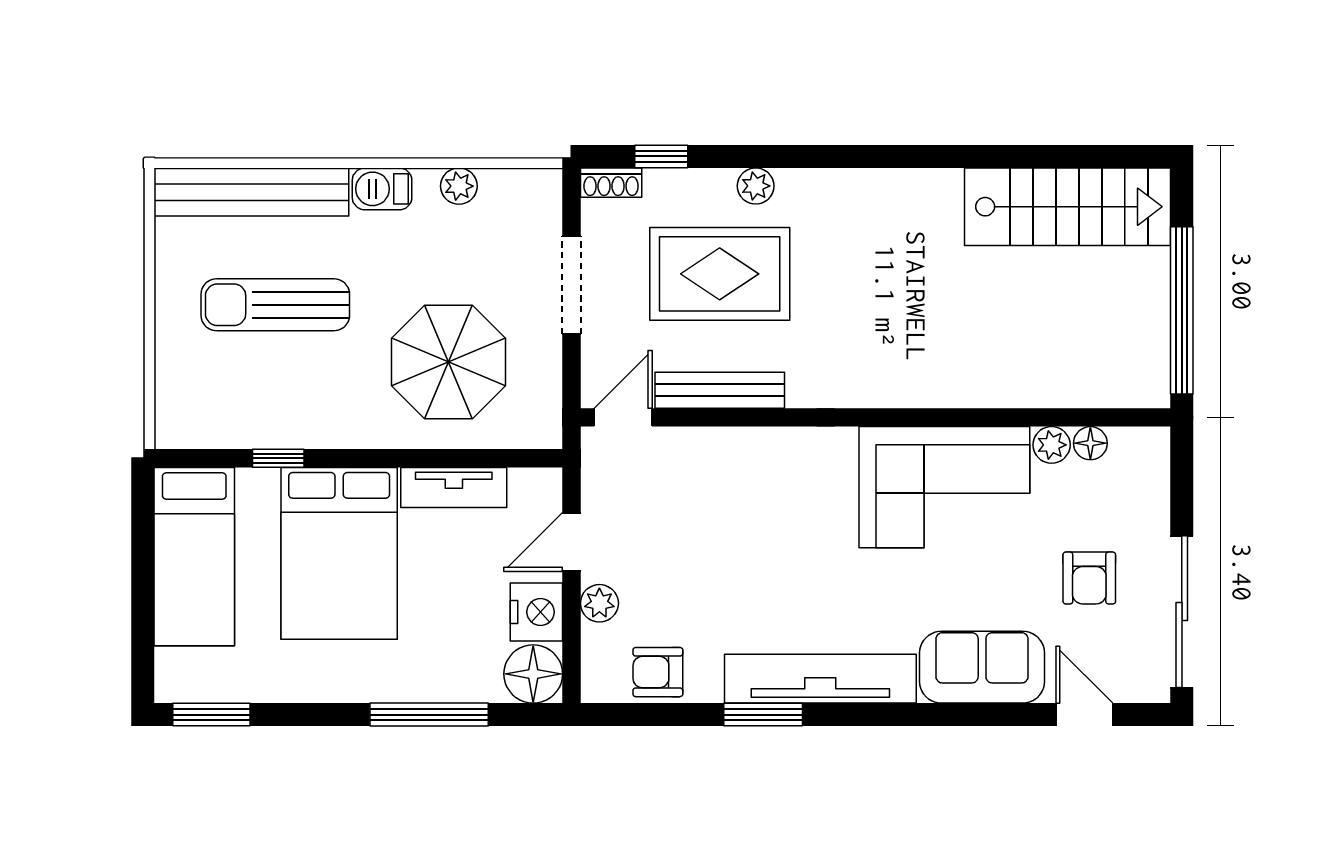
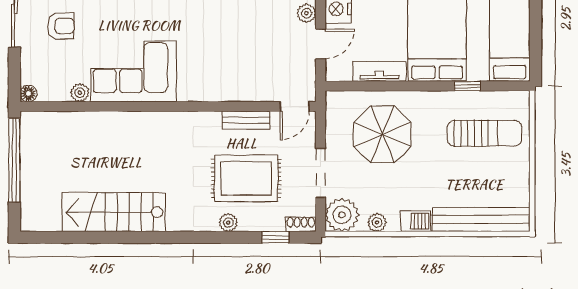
plant: (529, 201) -> (342, 215), added
stairs: (1068, 207) -> (114, 212), moved
sun lounger: (275, 305) -> (484, 133), moved
bench: (720, 390) -> (246, 120), width x0.73
floor lamp: (1090, 443) -> (29, 94), moved
armchair: (1089, 578) -> (61, 26), turned 90

